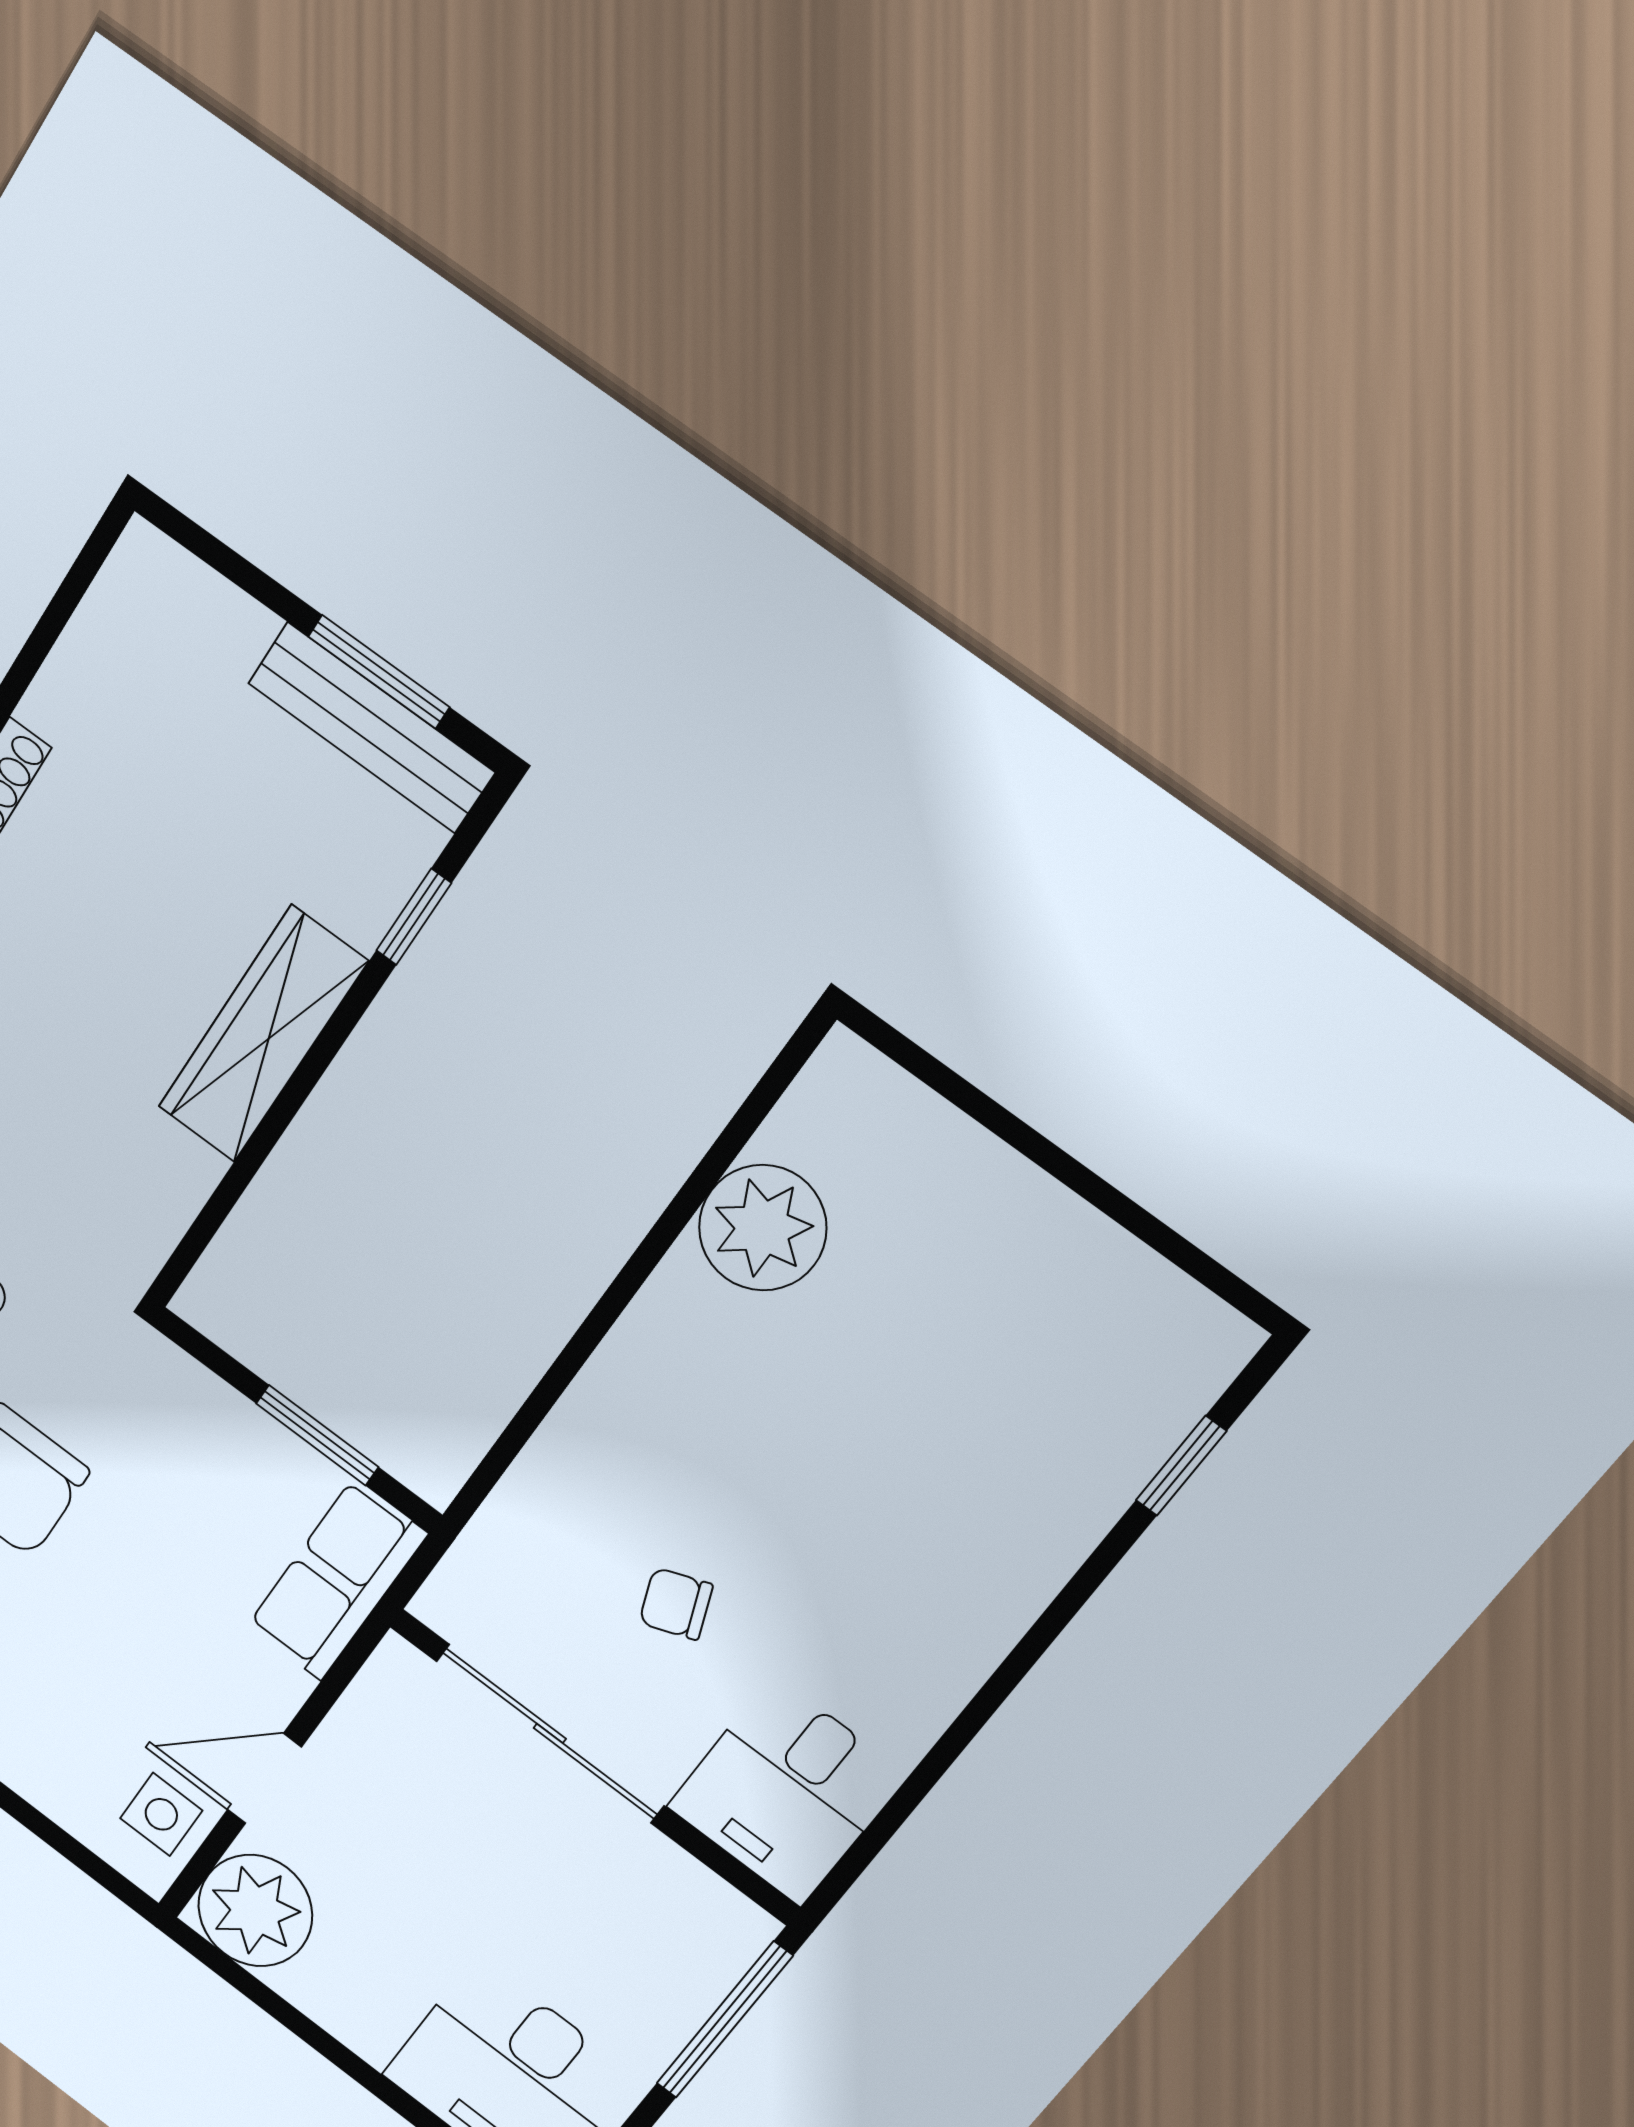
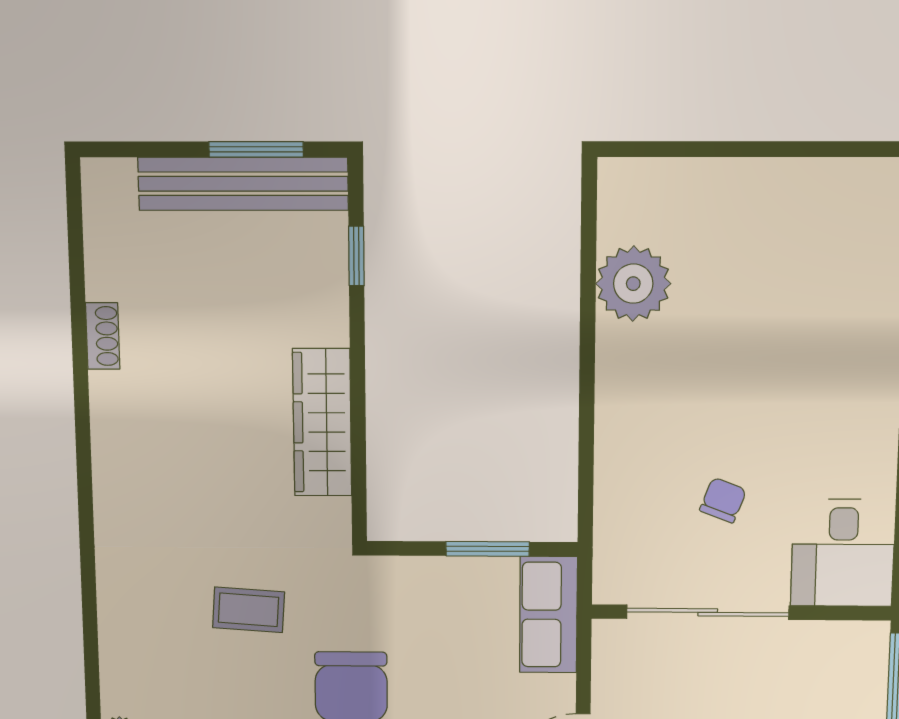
bench: (371, 728) -> (243, 184), width x1.37, depth x1.21
wardrobe: (263, 1034) -> (322, 422), moved
chair: (676, 1604) -> (723, 500), turned 132

